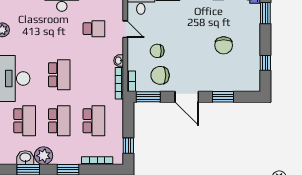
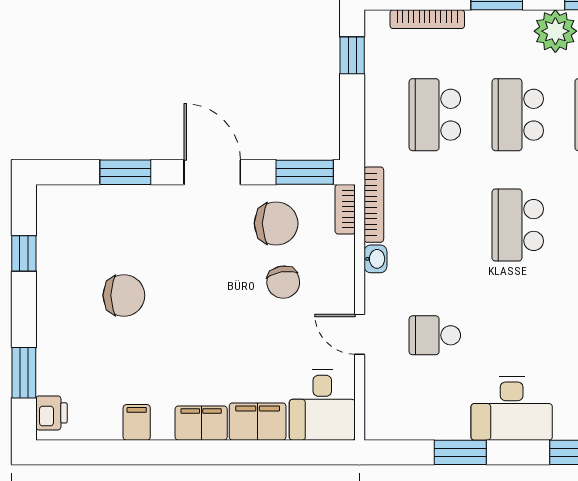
chair: (224, 45) -> (124, 295), turned 90
chair: (157, 51) -> (283, 282), turned 80

